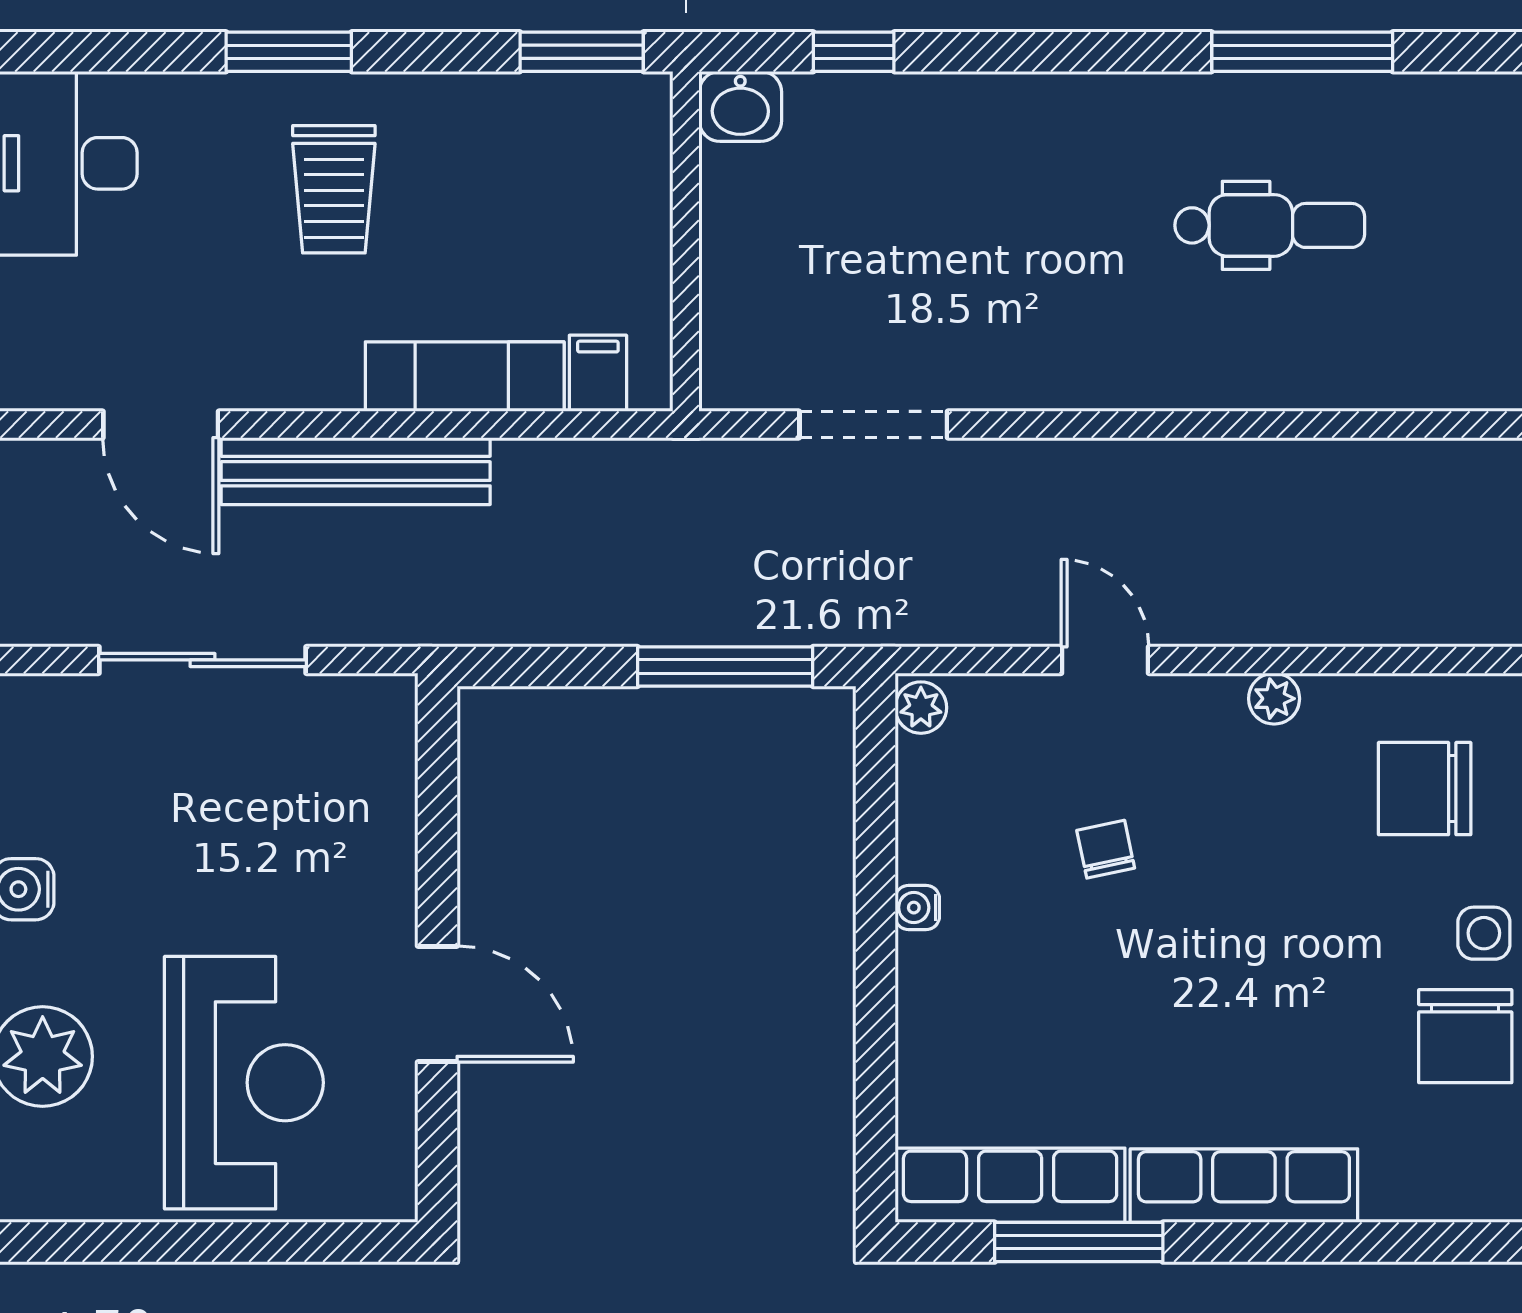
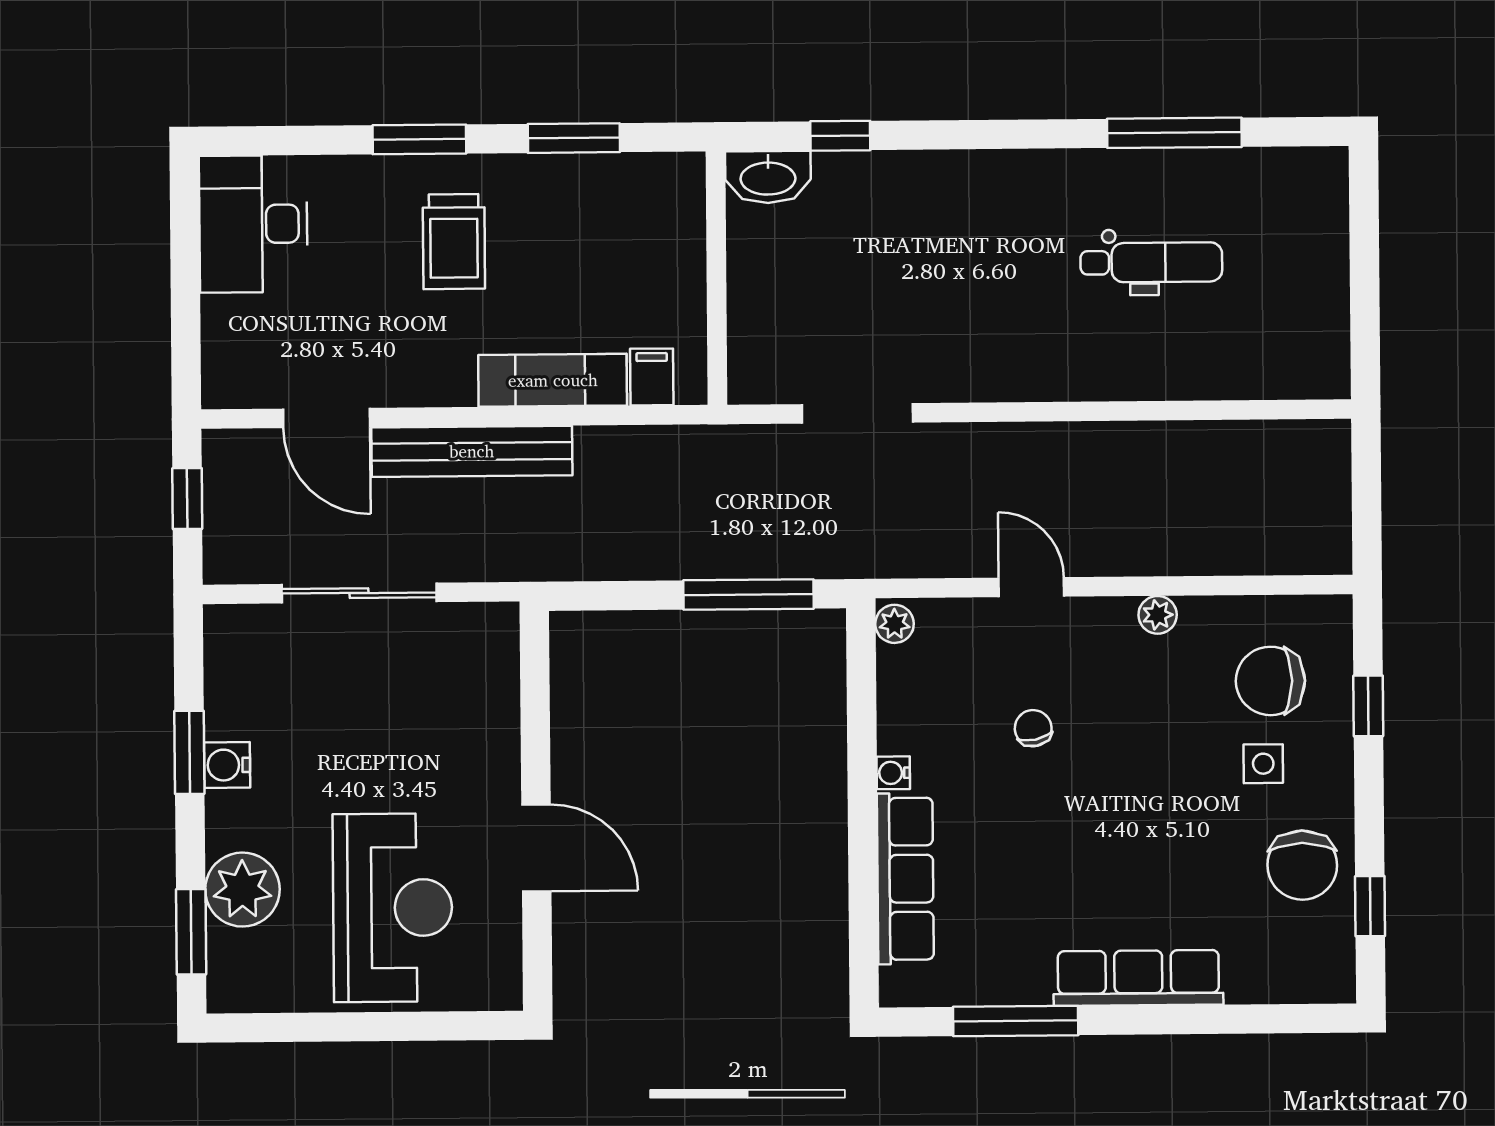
window: (582, 52) -> (574, 138), moved
washbasin: (740, 106) -> (768, 177), width x1.38
side table: (1484, 933) -> (1263, 764), moved
row of seats: (1010, 1185) -> (905, 879), moved, turned 90

